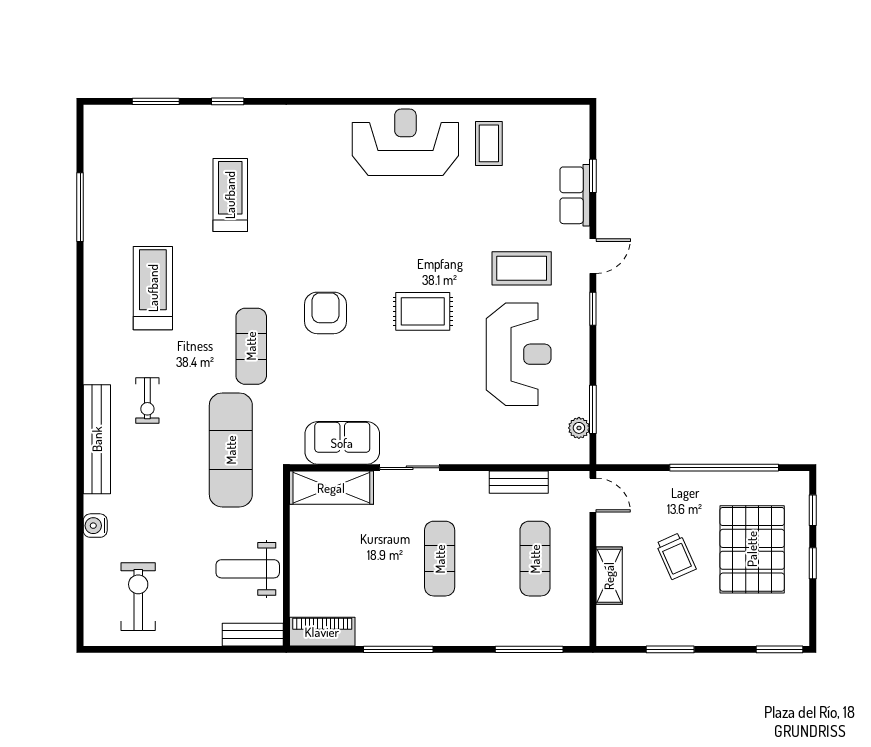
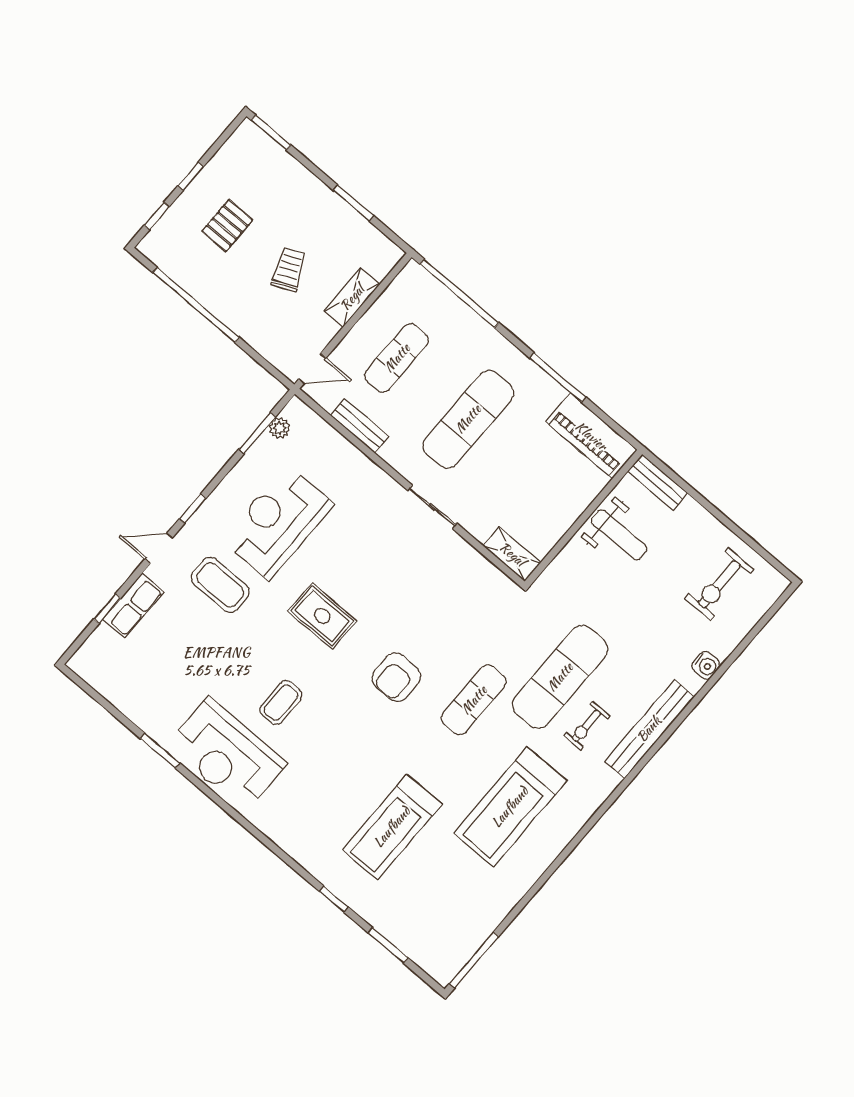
window: (459, 101) -> (160, 751), added
coffee table: (489, 143) -> (281, 703), moved
treadmill: (230, 195) -> (392, 827), width x1.37, depth x1.38
window: (80, 207) -> (474, 960), moved
treadmill: (153, 288) -> (510, 807), width x1.37, depth x1.38
exercise bike: (147, 401) -> (587, 726), turned 180
sofa: (342, 443) -> (467, 569), removed
exercise mat: (231, 450) -> (560, 677), moved
shelving: (331, 488) -> (512, 554), width x0.67, depth x0.75
door: (593, 495) -> (312, 369), swing flipped
pallet: (752, 549) -> (227, 226), width x0.49, depth x0.50
exercise mat: (440, 559) -> (468, 419), width x1.36, depth x1.45
piano: (322, 632) -> (591, 436), width x1.37, depth x1.33
window: (529, 649) -> (459, 293), width x1.46

